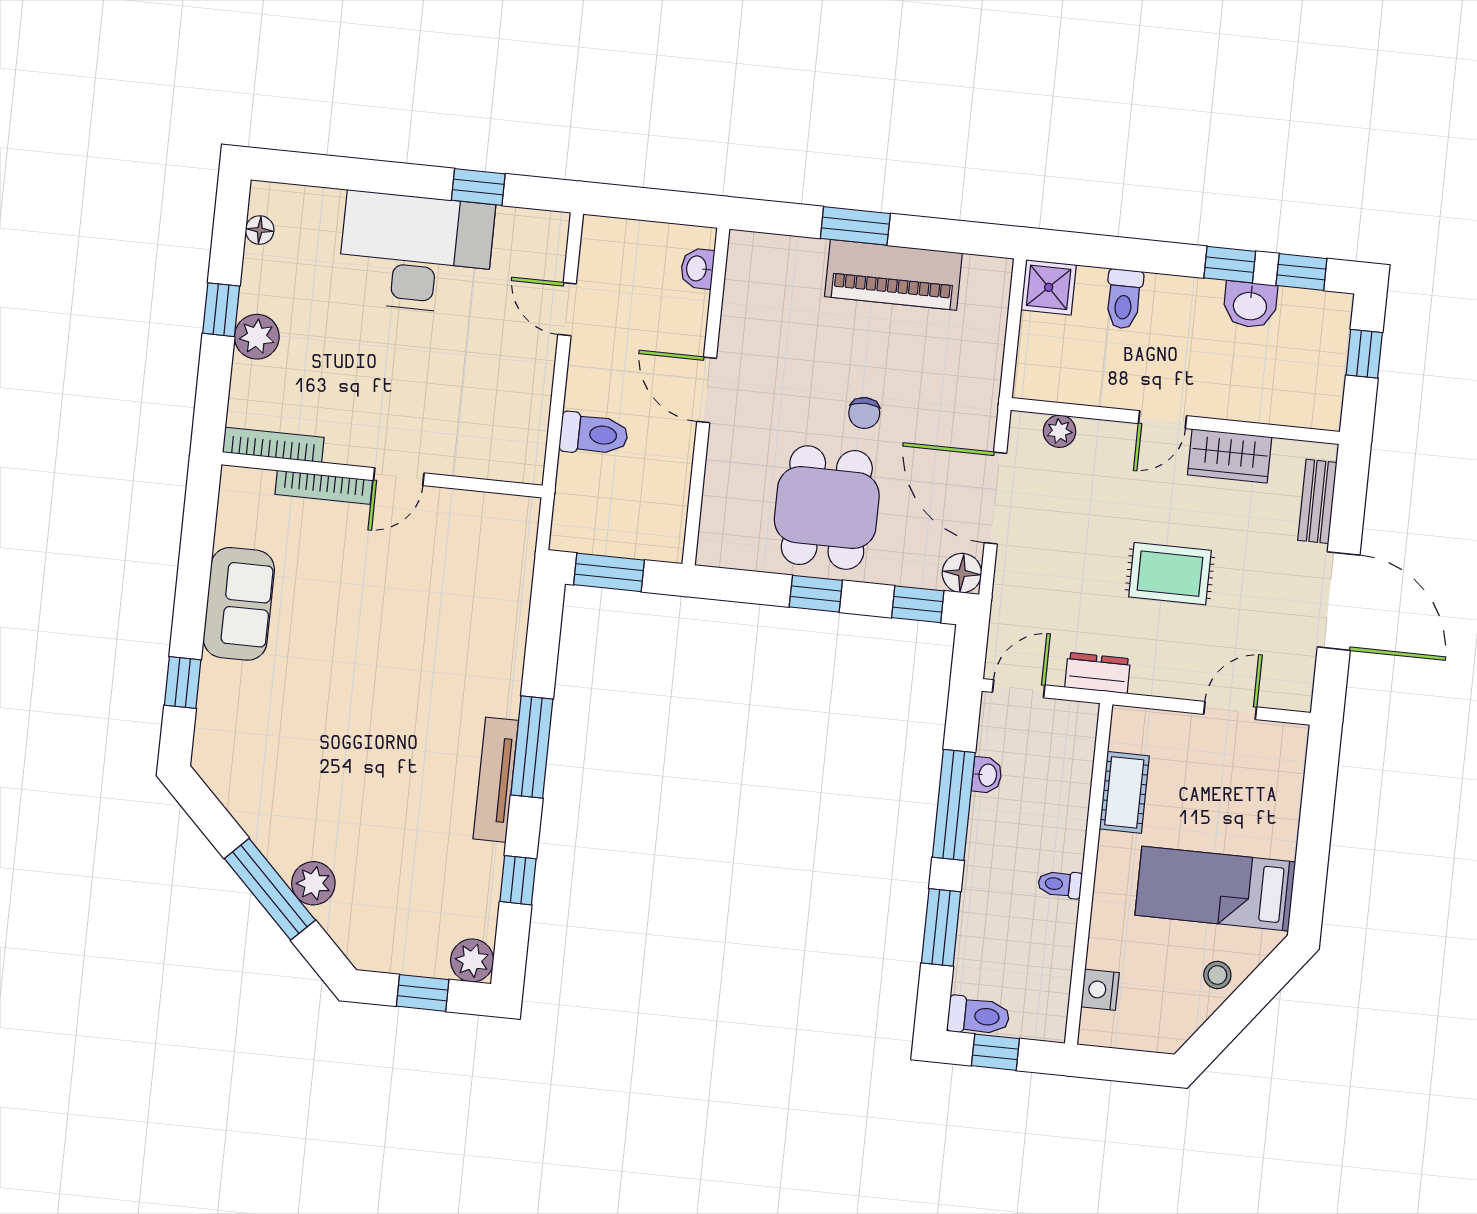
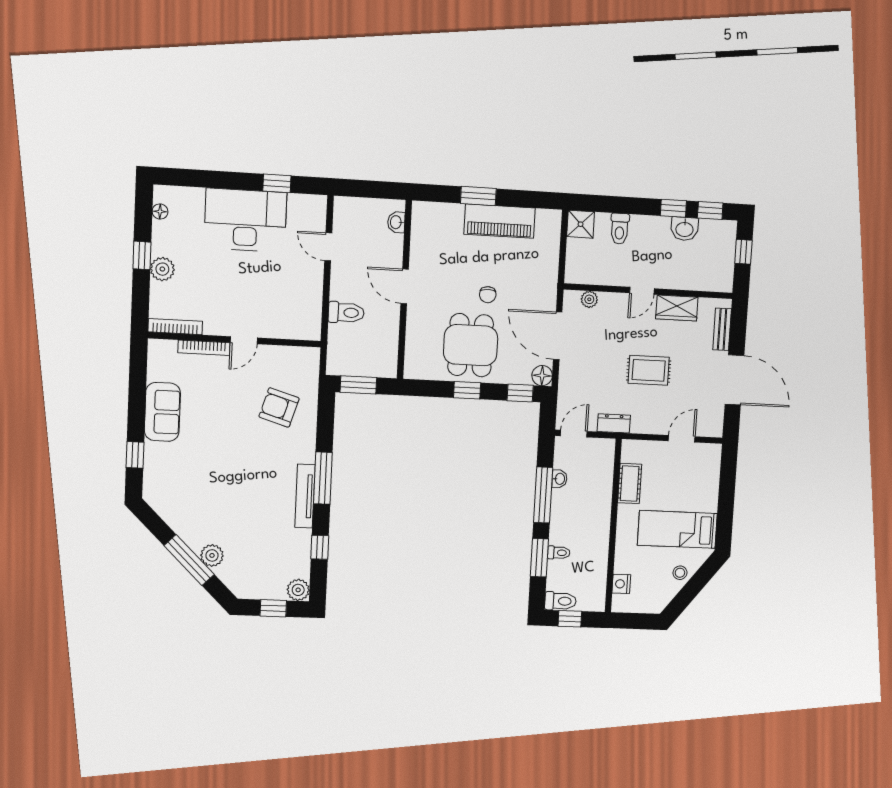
armchair: (457, 607) -> (279, 407), added
toilet: (1060, 884) -> (559, 553), moved, turned 180

